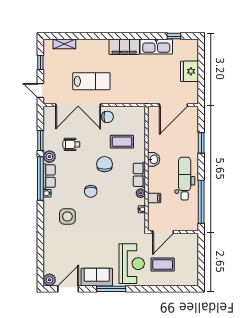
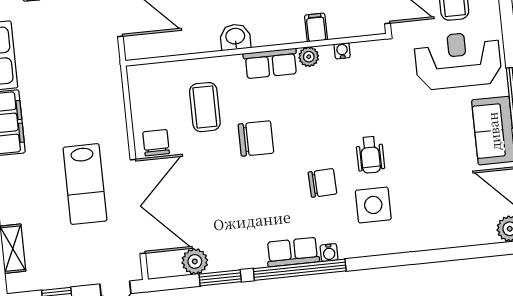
lab bench: (91, 81) -> (85, 184), turned 180
wheelchair: (71, 144) -> (370, 155), moved
plant: (49, 157) -> (195, 261), moved
chair: (105, 164) -> (256, 139), turned 180
chair: (91, 191) -> (322, 183), moved

